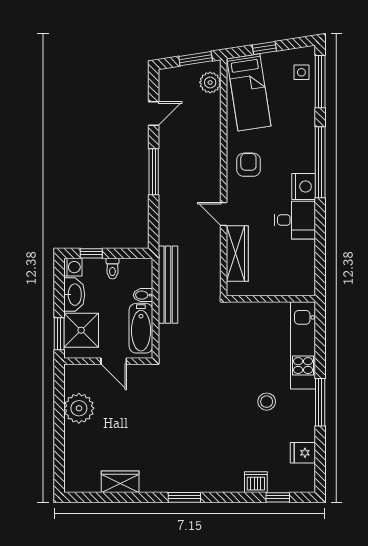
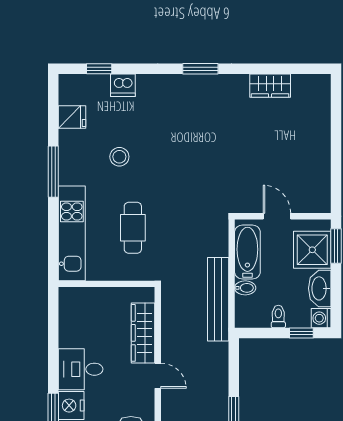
cafe table: (247, 351) -> (133, 228), added
stool: (267, 402) -> (119, 157), moved
plant: (79, 408) -> (315, 165), removed

